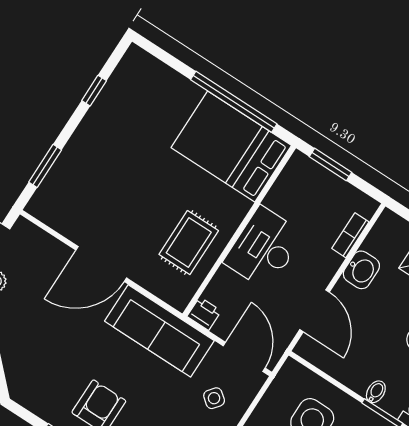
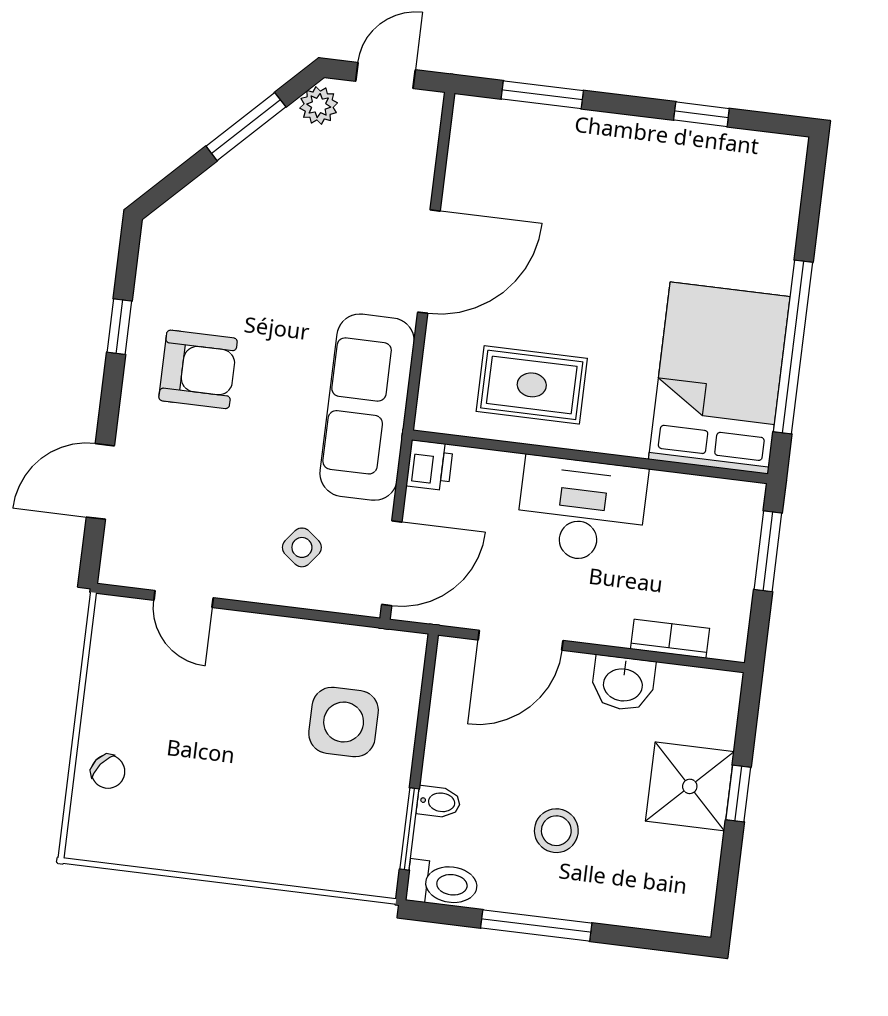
door: (101, 264) -> (429, 262), swing flipped

